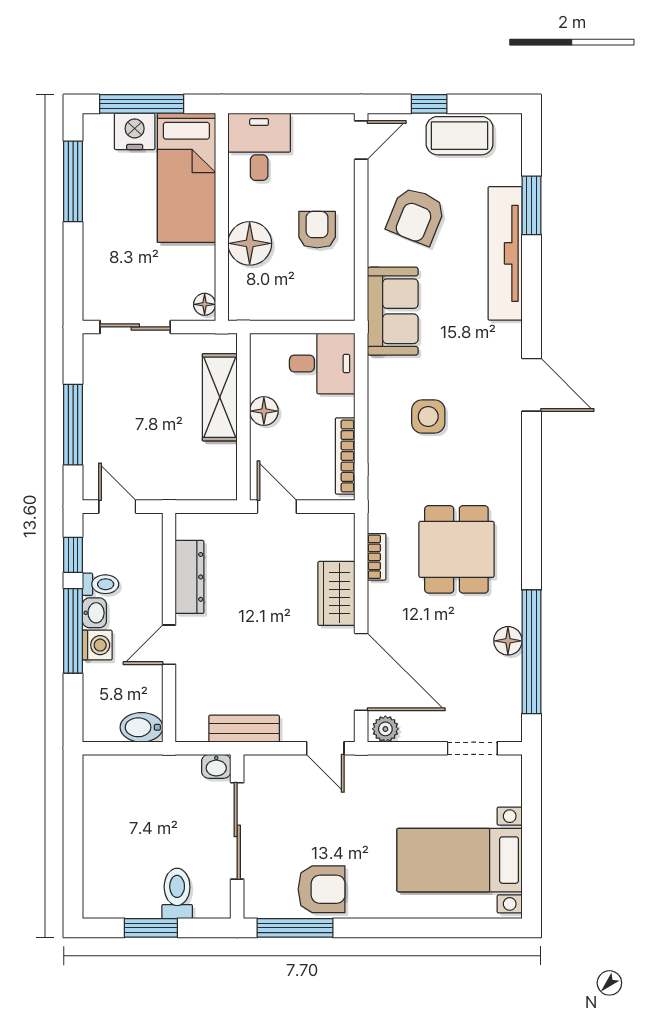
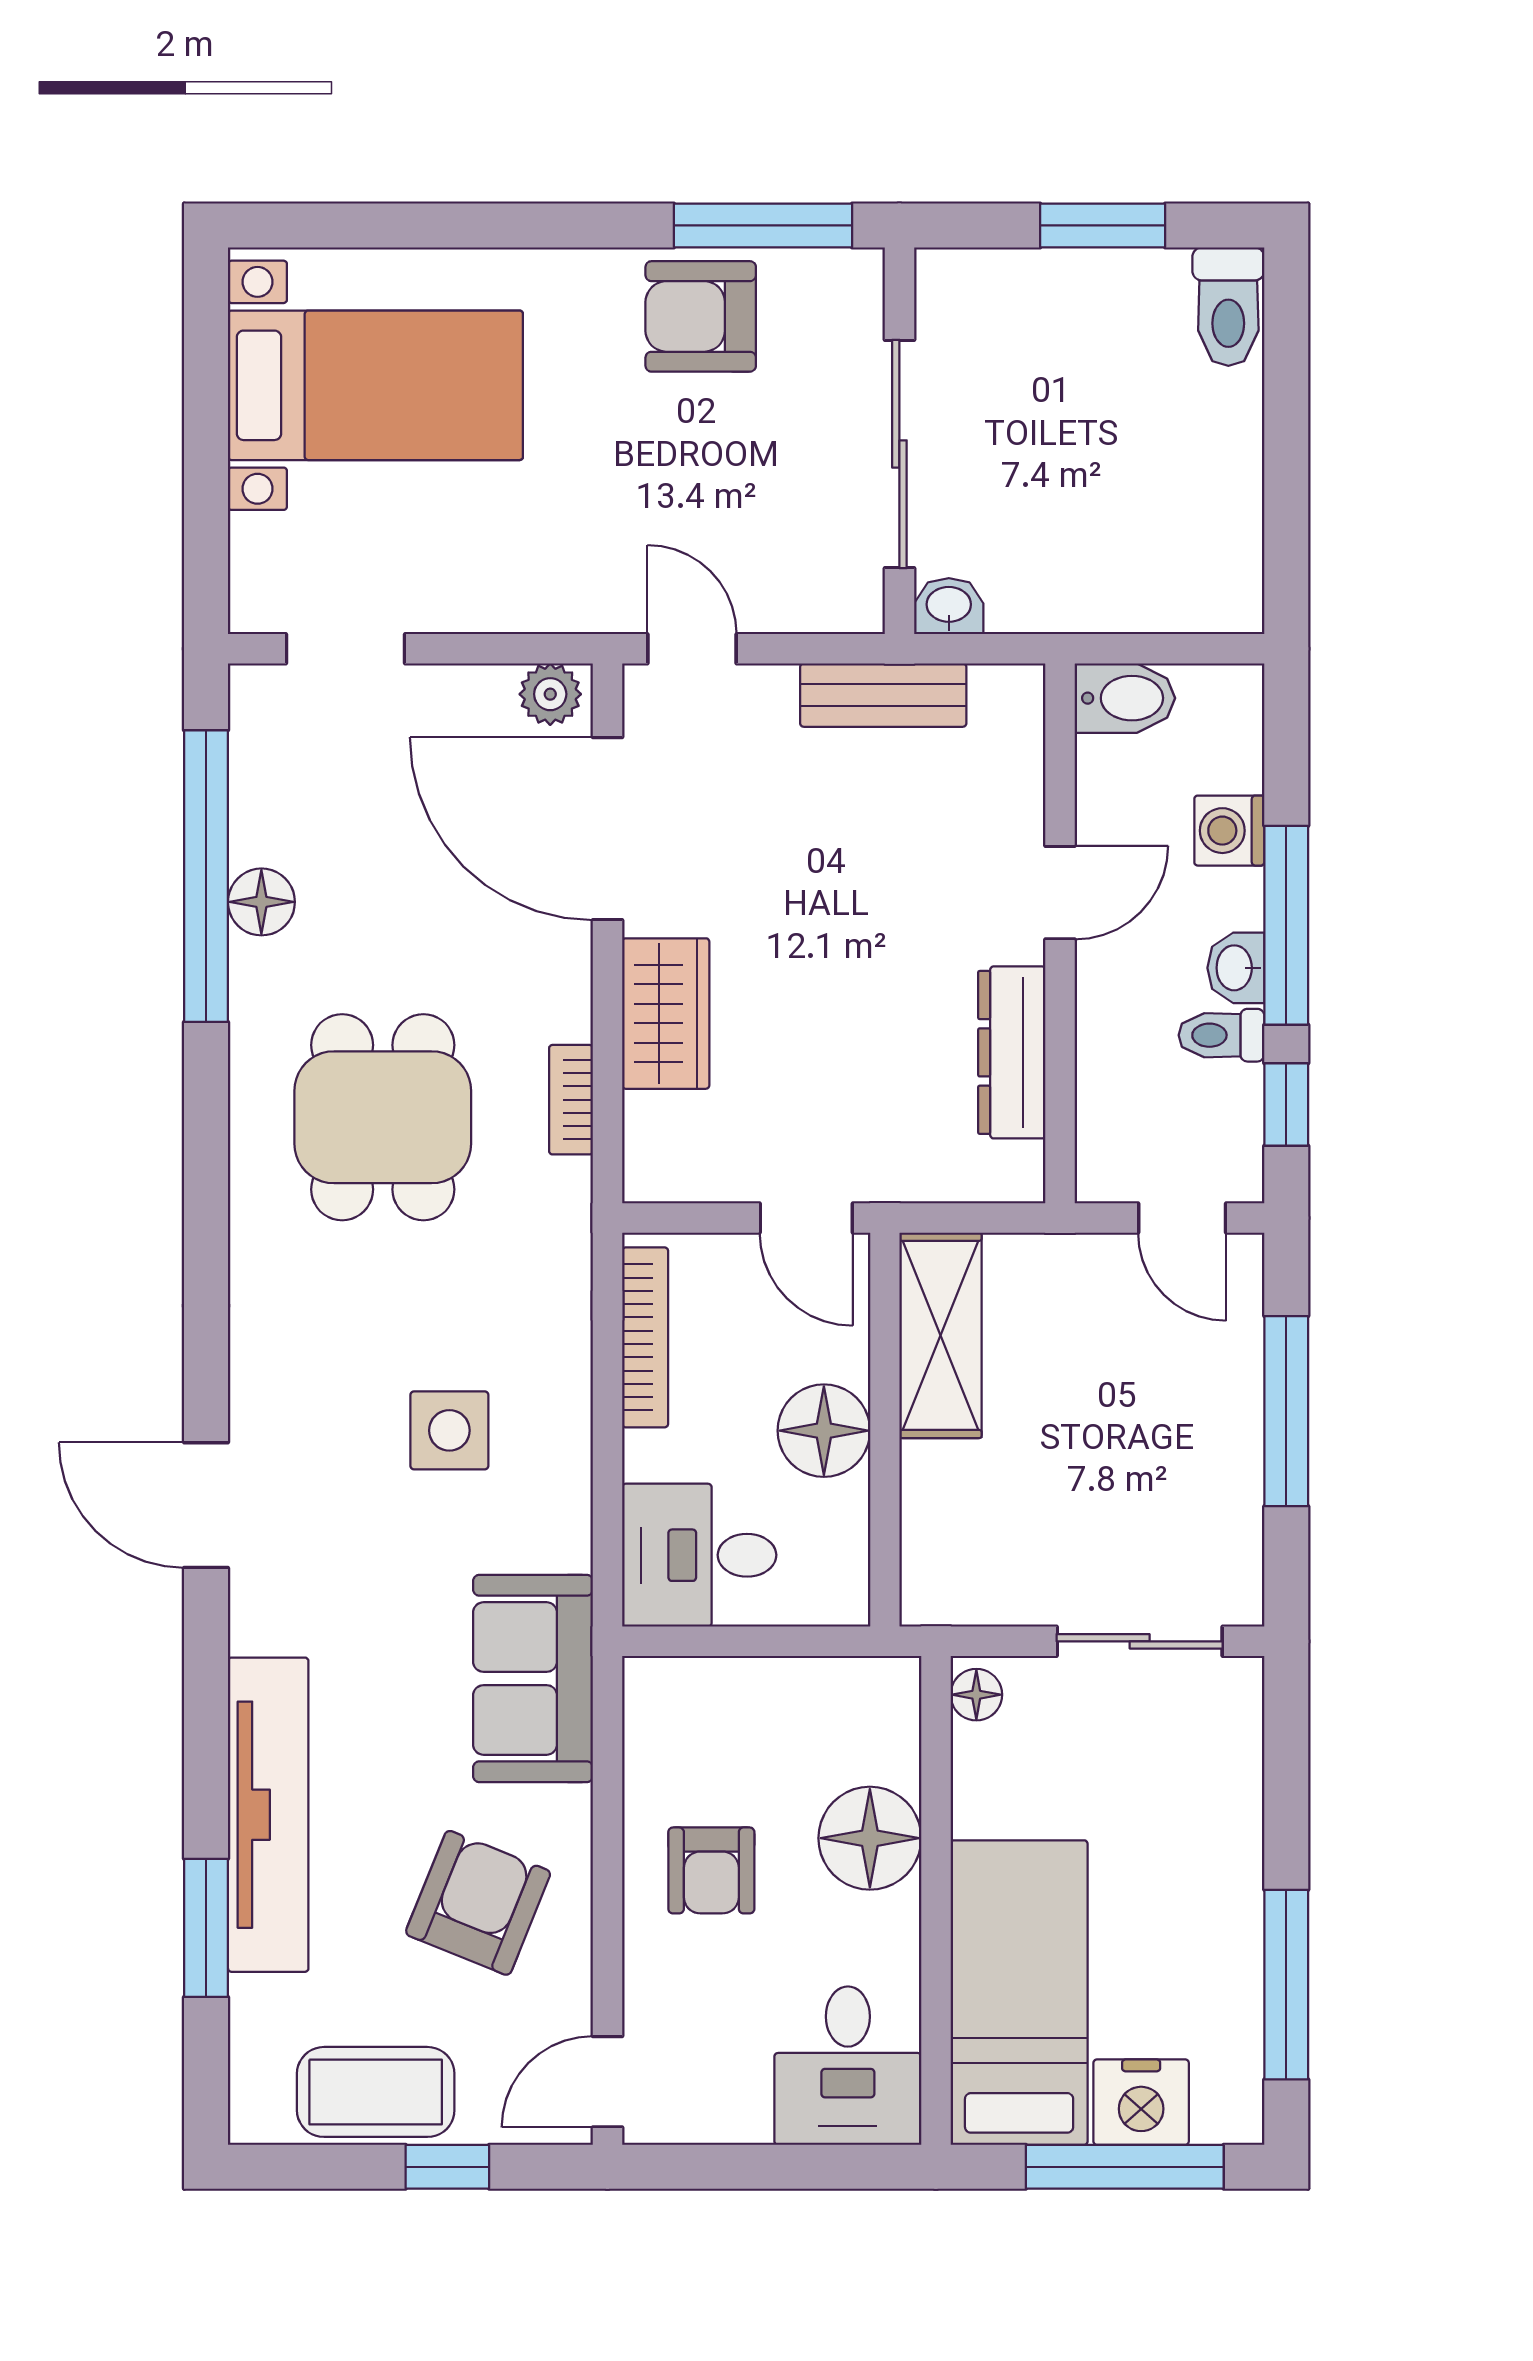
shelving: (220, 397) -> (941, 1335), moved
floor lamp: (264, 411) -> (824, 1431), width x1.38, depth x1.38
washing machine: (97, 645) -> (1229, 831), moved
toilet: (177, 893) -> (1228, 307), moved

